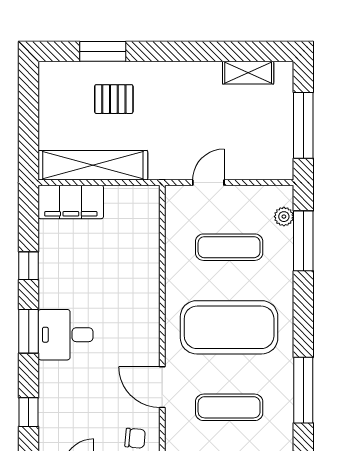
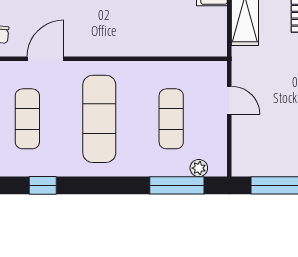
exercise mat: (229, 327) -> (99, 119), width x0.68
window: (303, 390) -> (43, 185), width x0.46

